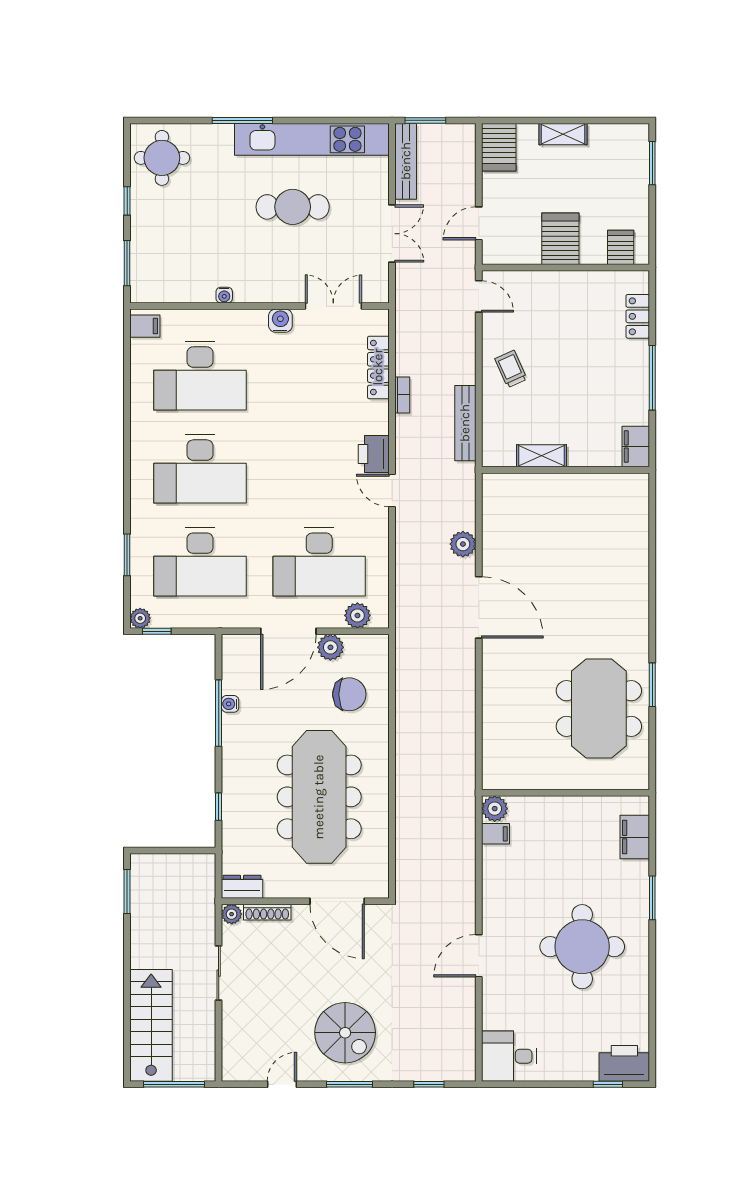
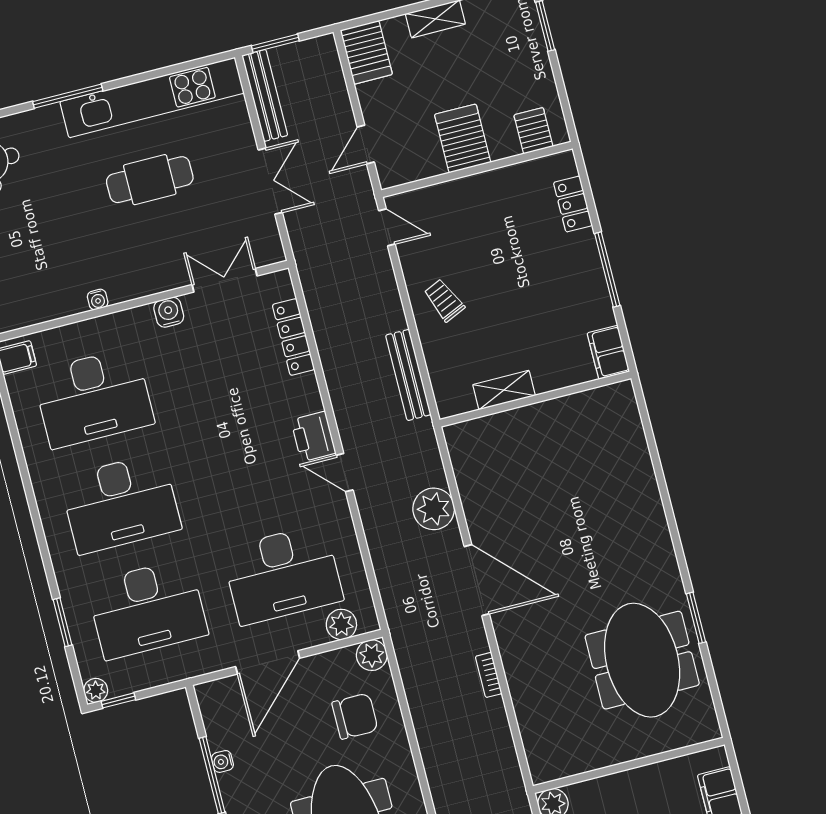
bookcase: (402, 395) -> (489, 675), moved, turned 180
plant: (463, 544) -> (434, 509), width x1.36, depth x1.36
plant: (330, 647) -> (372, 655), moved

